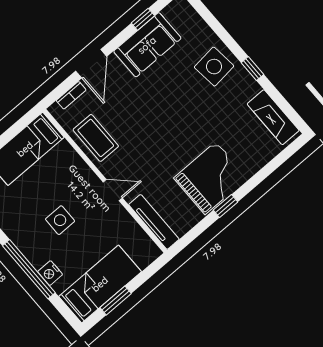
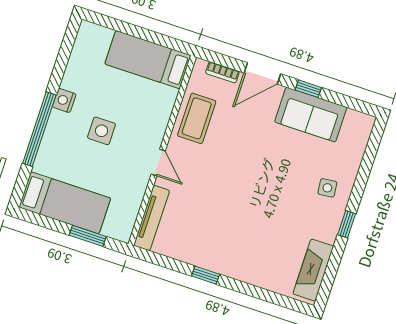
window: (143, 19) -> (308, 89), moved
side table: (214, 67) -> (327, 188), width x0.54, depth x0.54
grand piano: (211, 178) -> (223, 246), removed
nightstand: (50, 273) -> (64, 100), moved
window: (116, 300) -> (88, 236), moved

